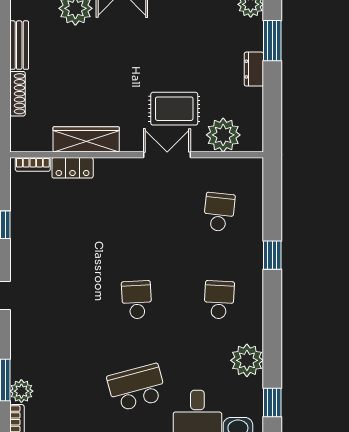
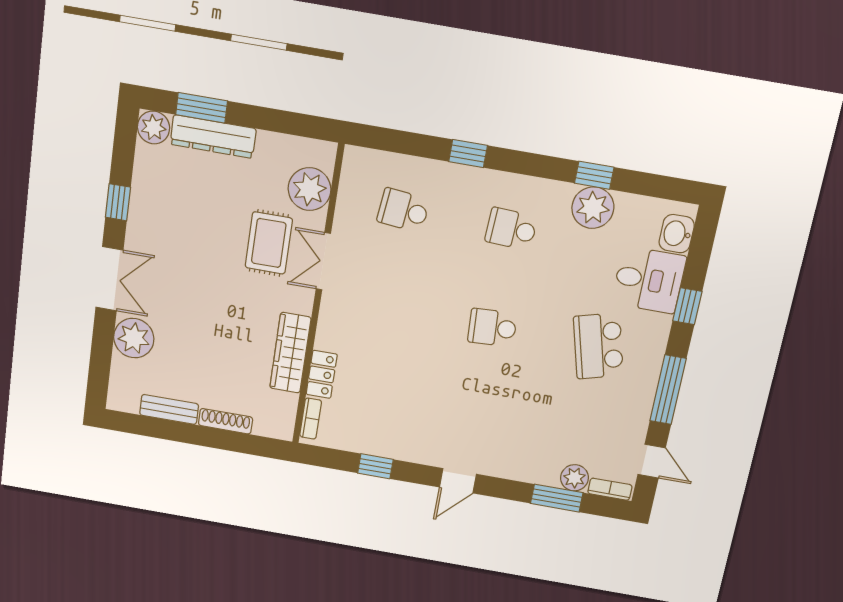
dresser: (254, 69) -> (213, 136), width x1.96, depth x1.24
window: (272, 403) -> (594, 175), moved

